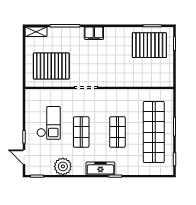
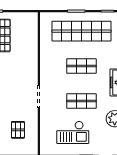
pallet: (51, 66) -> (18, 130), width x0.49, depth x0.50
checkout: (49, 123) -> (73, 132), turned 180

